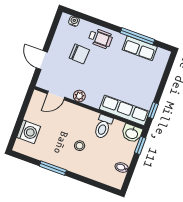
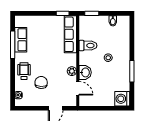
washing machine: (29, 132) -> (122, 99), moved, turned -90
washbasin: (132, 133) -> (85, 72), moved

